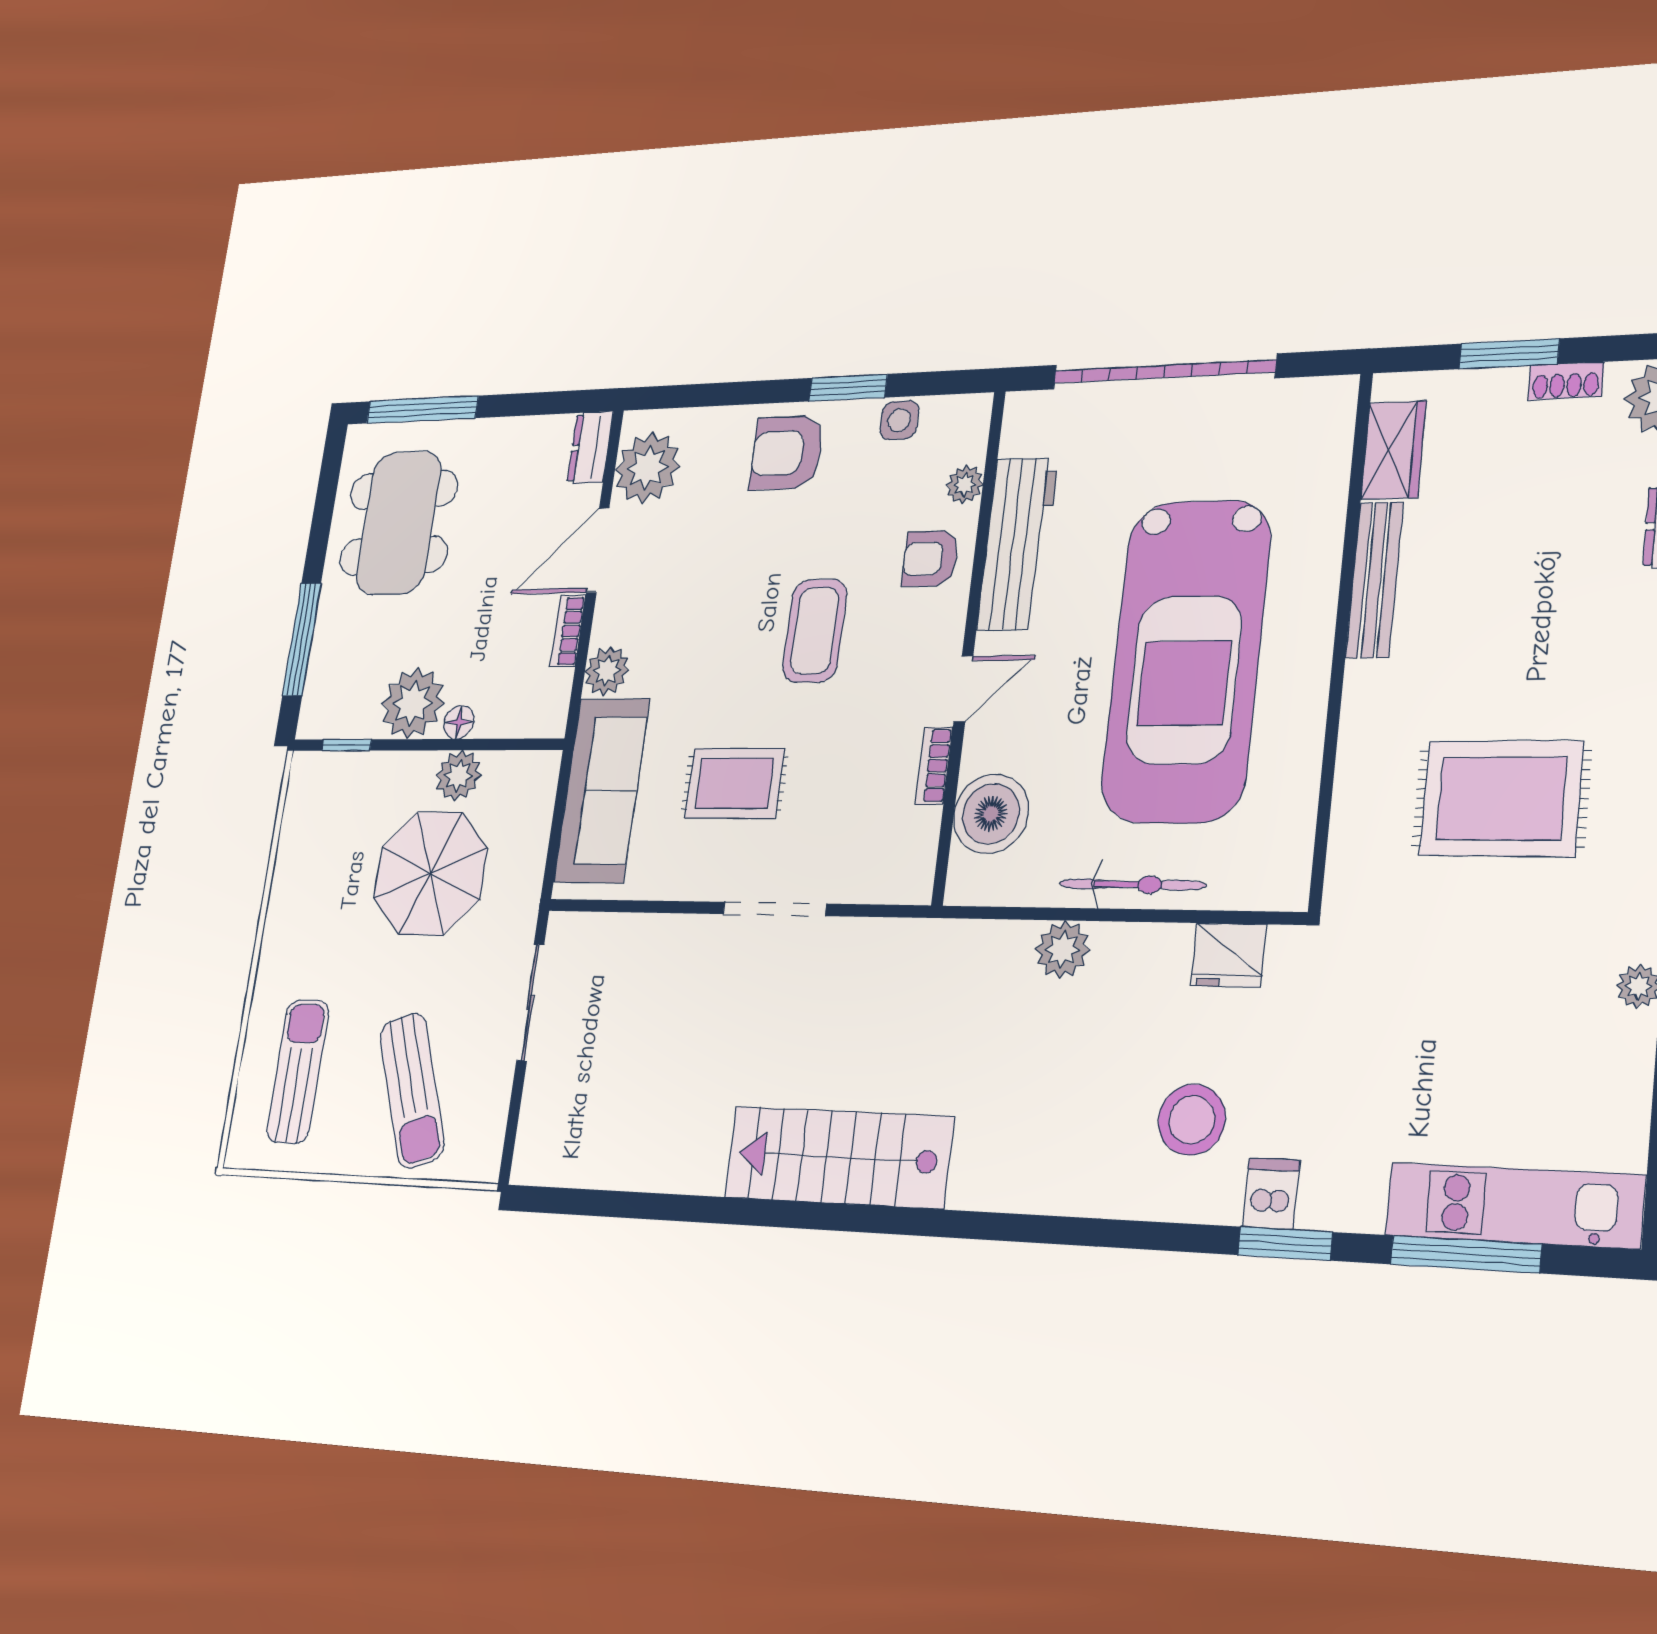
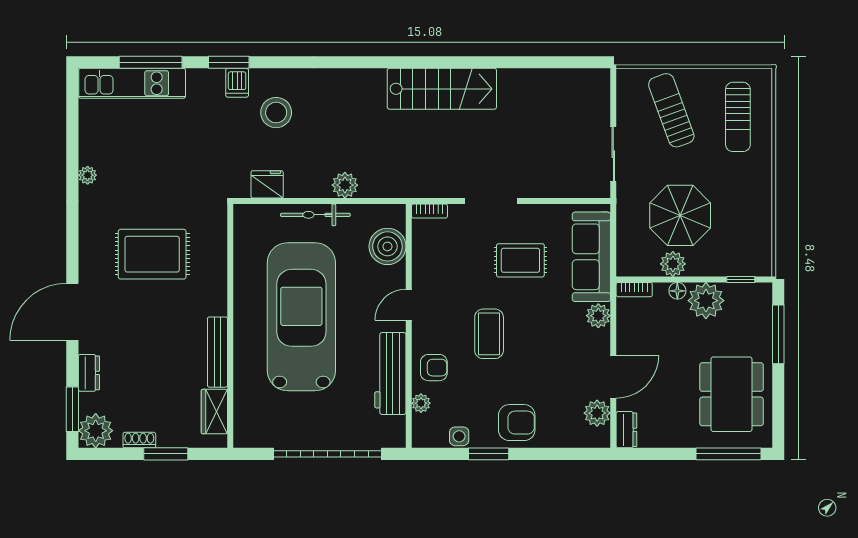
plant: (648, 468) -> (597, 413), width x0.73, depth x0.73
bookcase: (568, 631) -> (634, 290), moved, turned 90
bookcase: (934, 766) -> (429, 211), moved, turned 90

